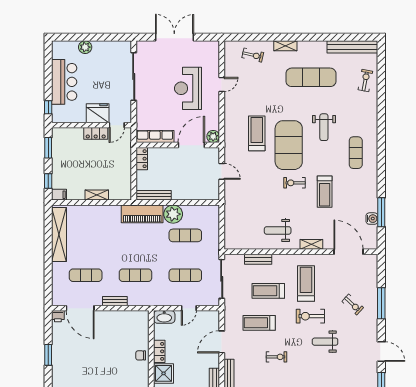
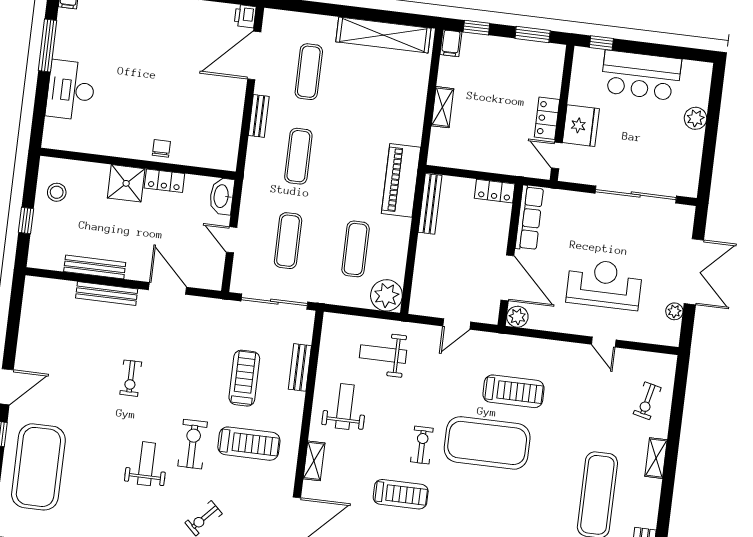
plant: (199, 46) -> (674, 311), added
weight bench: (324, 127) -> (383, 354), moved
treadmill: (325, 192) -> (401, 494), turned 180
plant: (173, 214) -> (386, 295), moved
treadmill: (259, 323) -> (192, 356), removed

